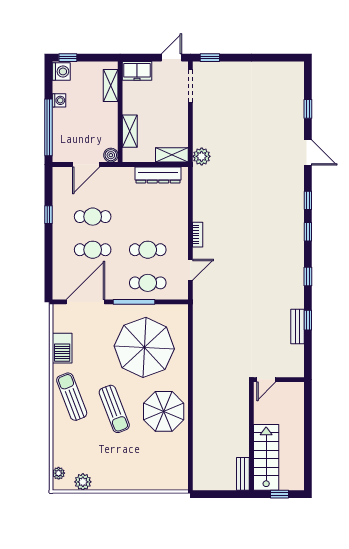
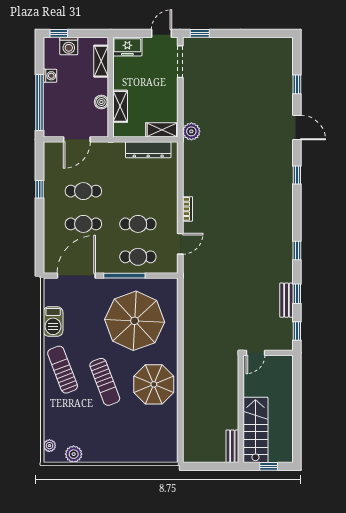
washing machine: (61, 71) -> (69, 46), moved, turned 90
boiler: (111, 155) -> (101, 102), moved
window: (308, 232) -> (297, 331), moved

